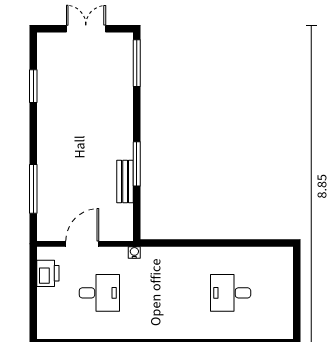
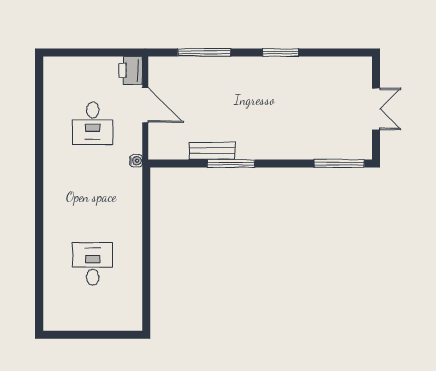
window: (33, 86) -> (281, 52), moved
printer: (48, 273) -> (131, 71), moved, turned 90

